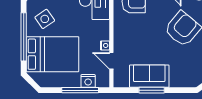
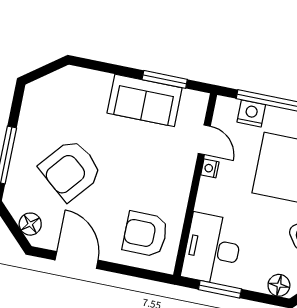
window: (152, 90) -> (165, 79), moved

